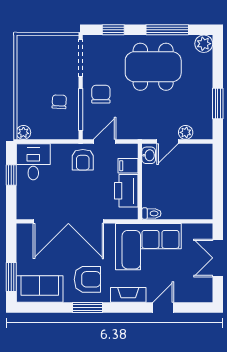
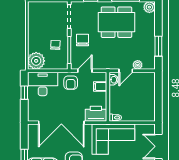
plant: (23, 132) -> (36, 61), width x1.88, depth x1.88
desk: (33, 162) -> (43, 84), width x1.37
printer: (126, 191) -> (96, 114), moved, turned 90

